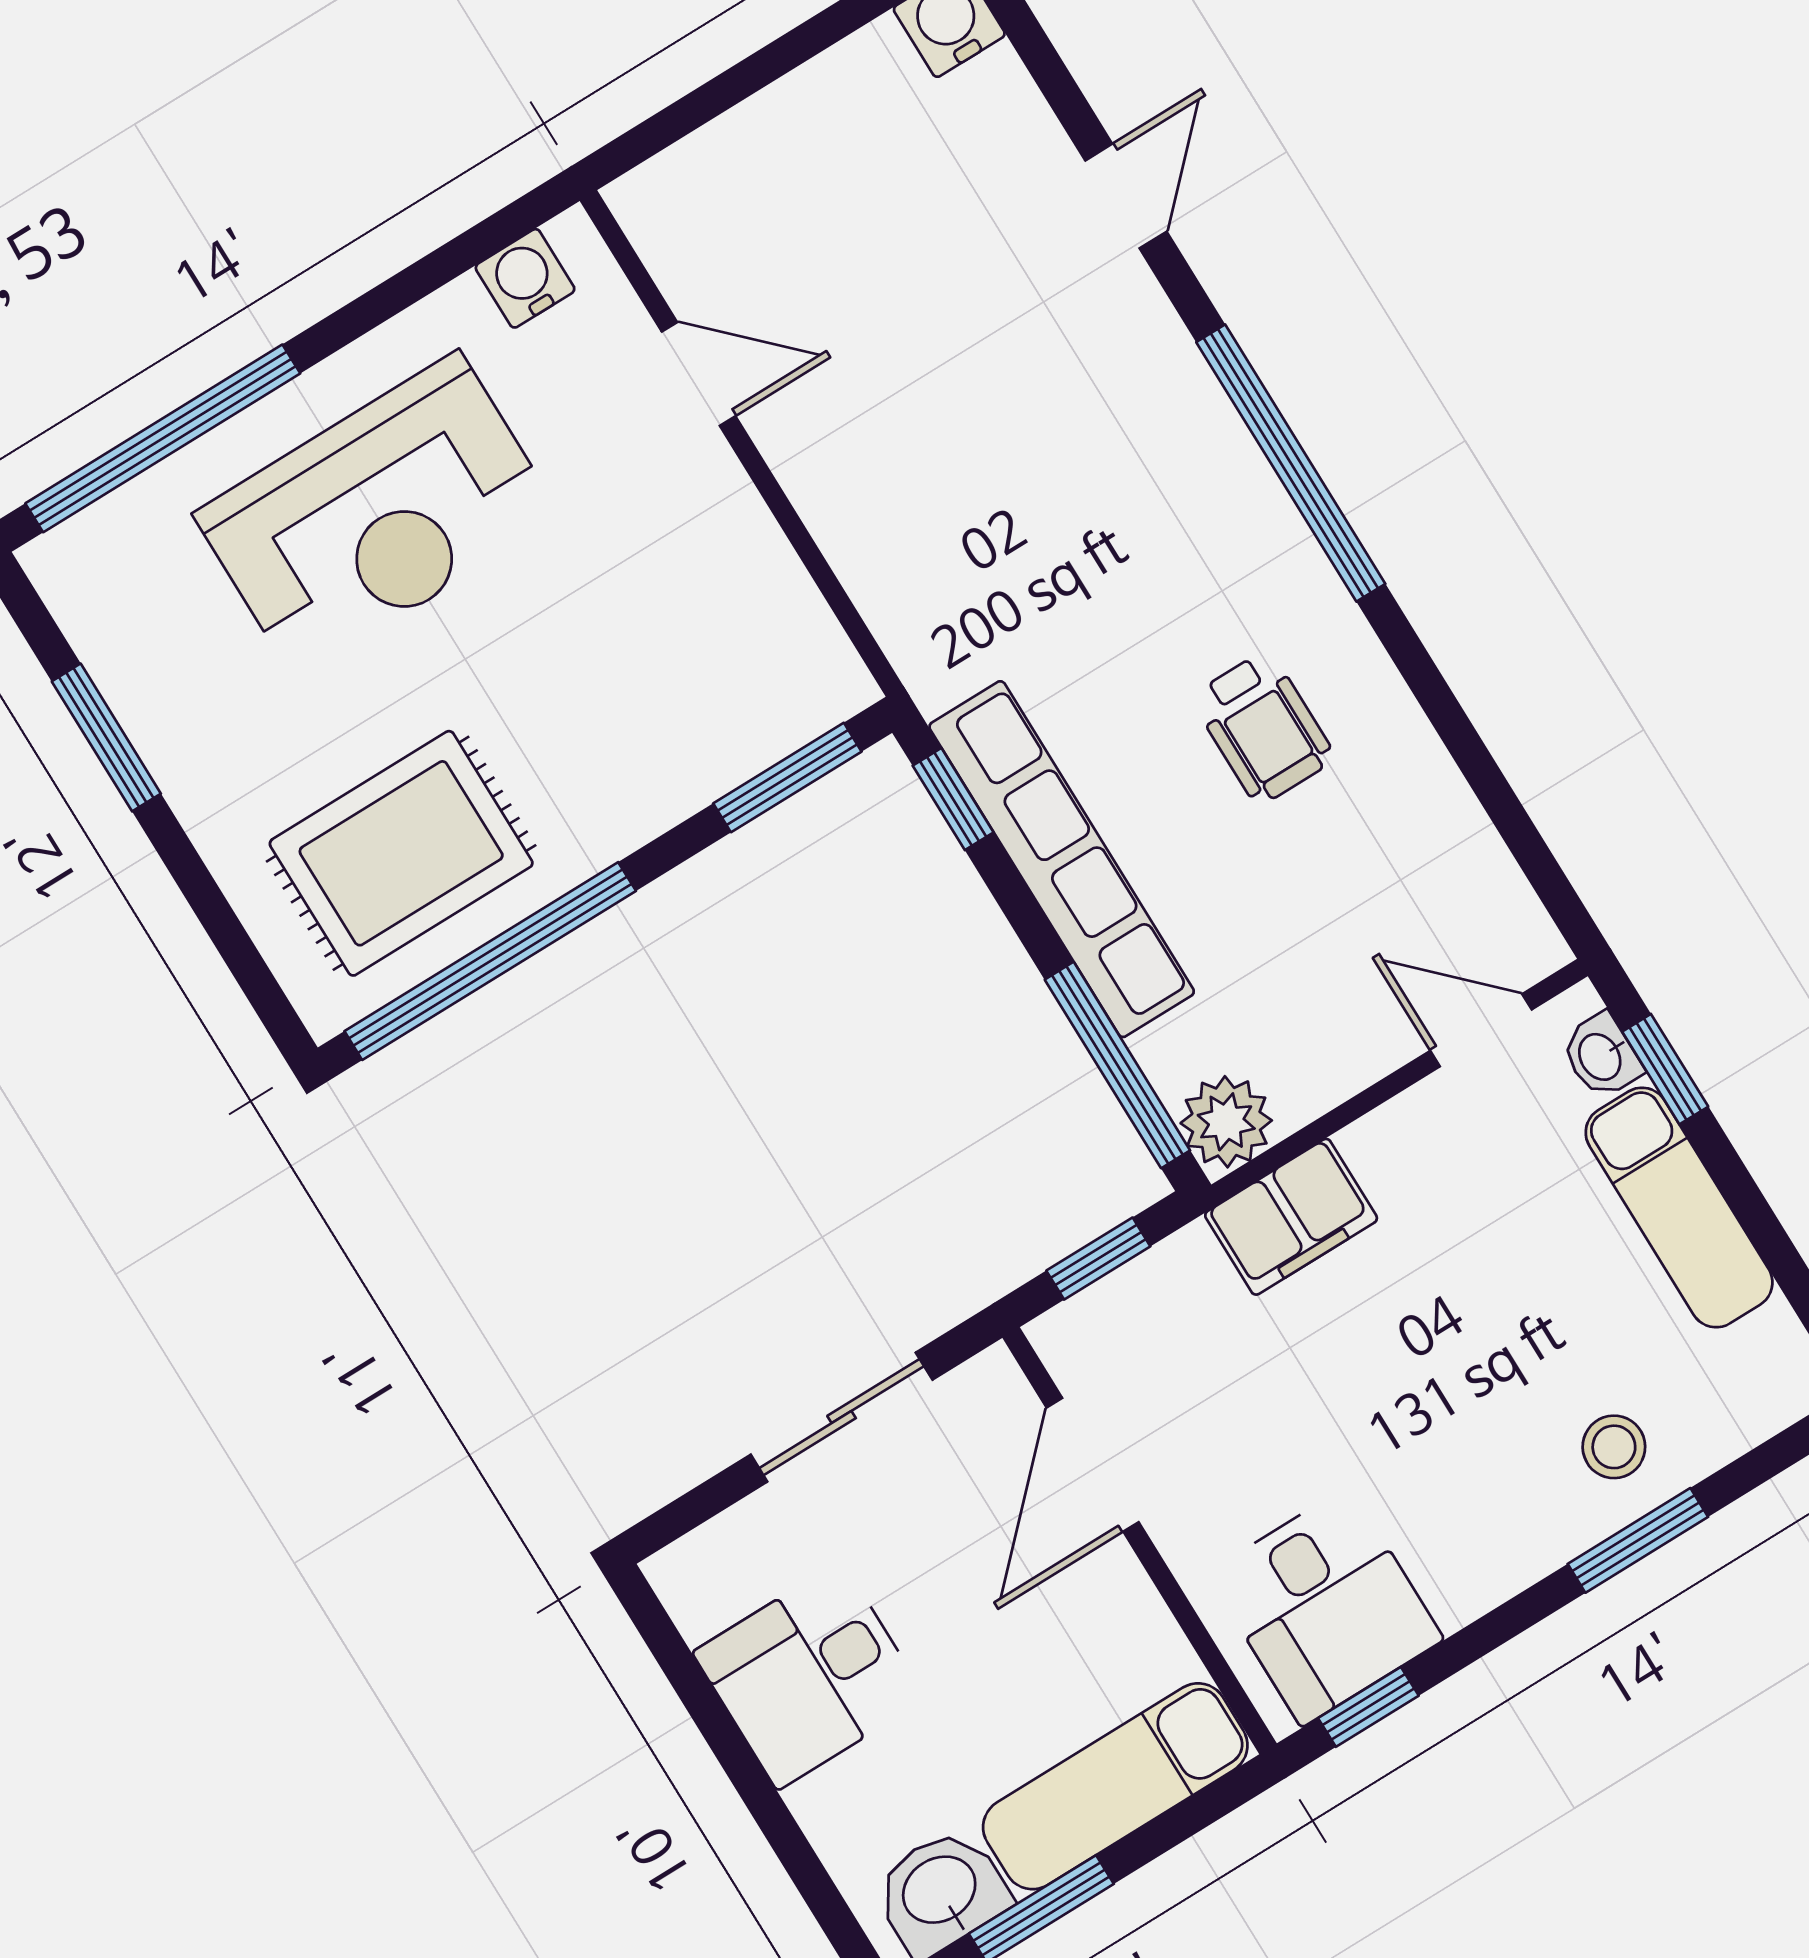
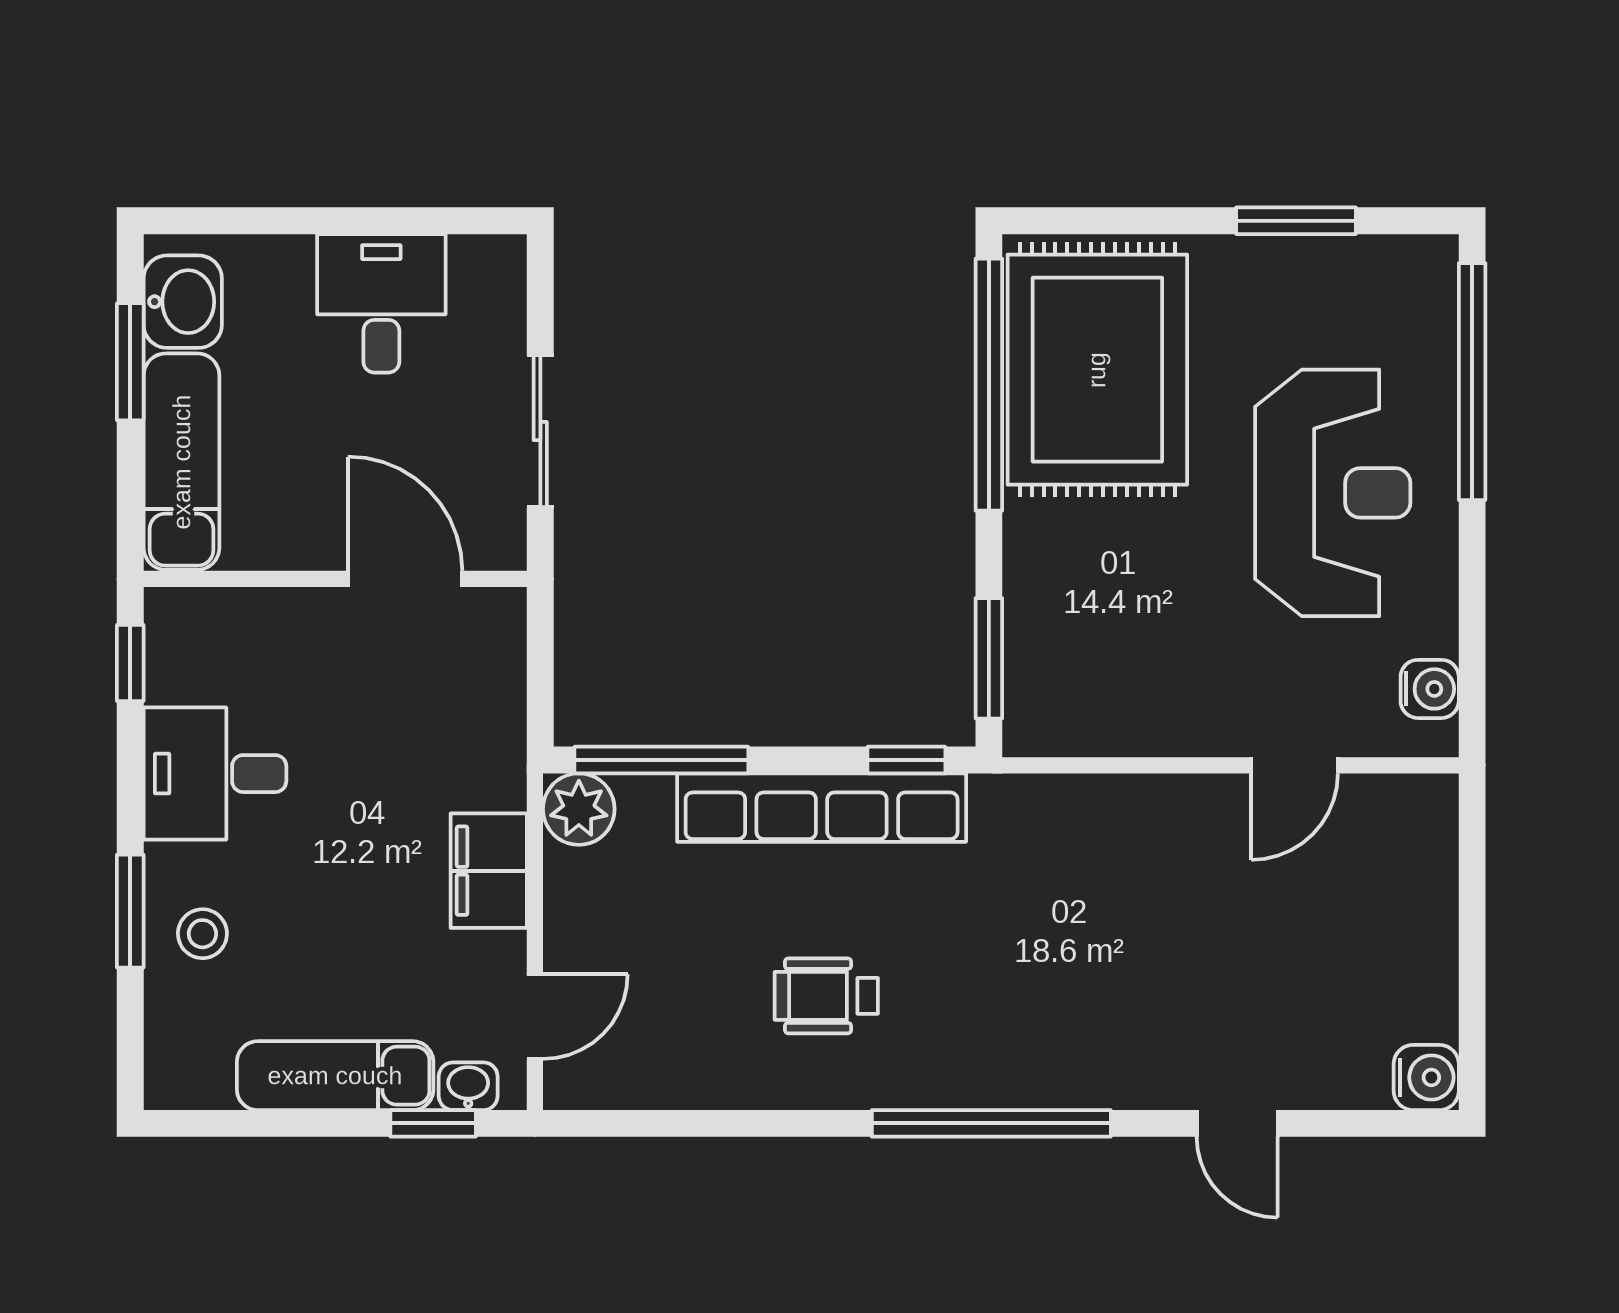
reception desk: (377, 515) -> (1333, 493), turned 180
rug: (401, 853) -> (1097, 370), width x1.37, depth x1.44
filing cabinet: (1291, 1217) -> (489, 871), moved
window: (1098, 1259) -> (540, 668), removed
desk: (1325, 1606) -> (215, 774), moved

